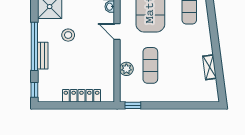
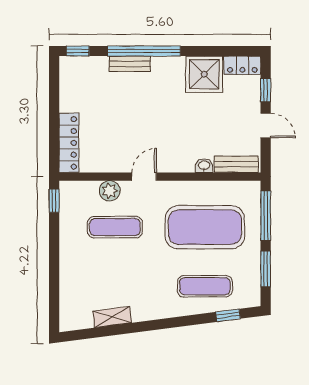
door: (117, 32) -> (144, 177), moved
stool: (68, 35) -> (161, 102), removed
locker: (81, 96) -> (69, 143), moved

